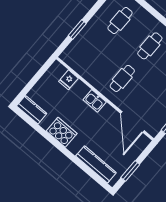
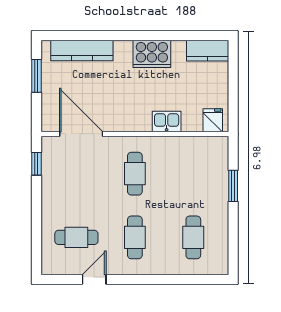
fridge: (68, 80) -> (213, 120), moved
kitchen sink: (95, 101) -> (167, 121), moved

